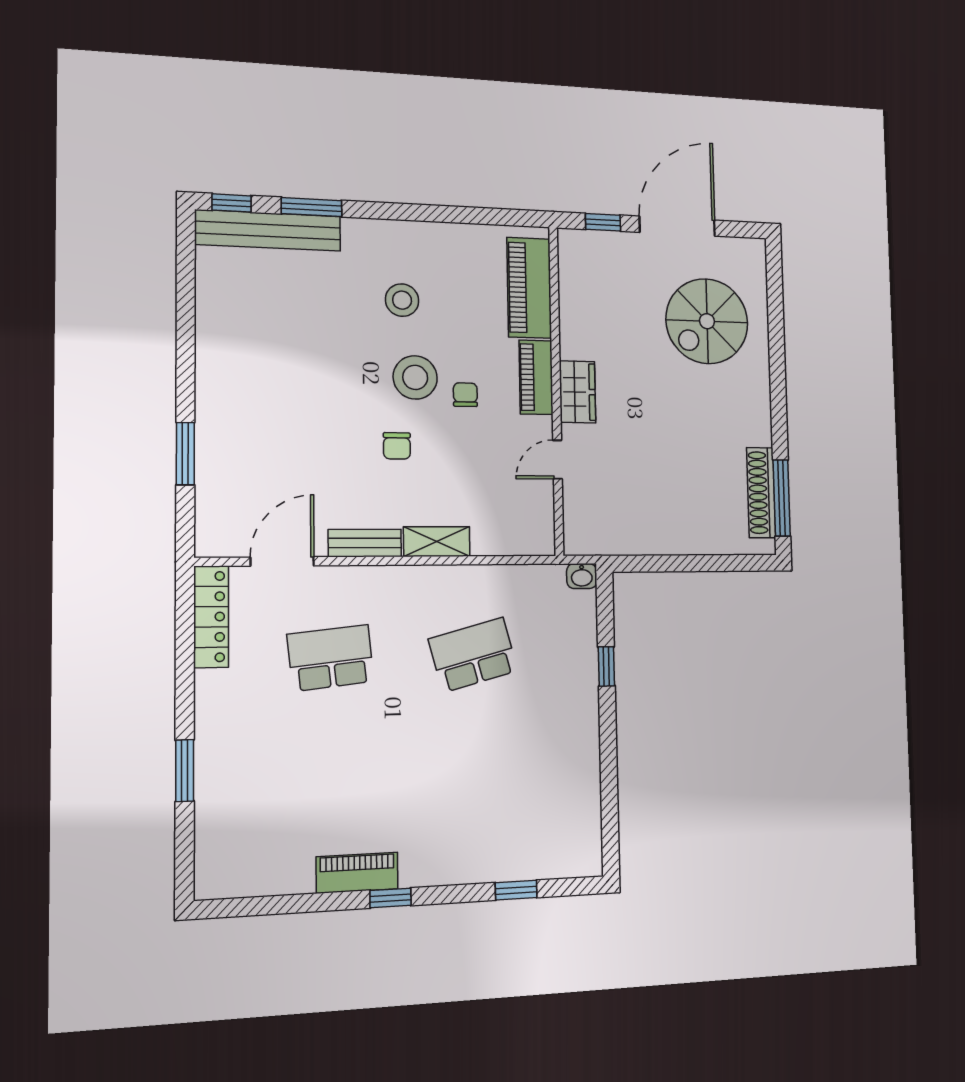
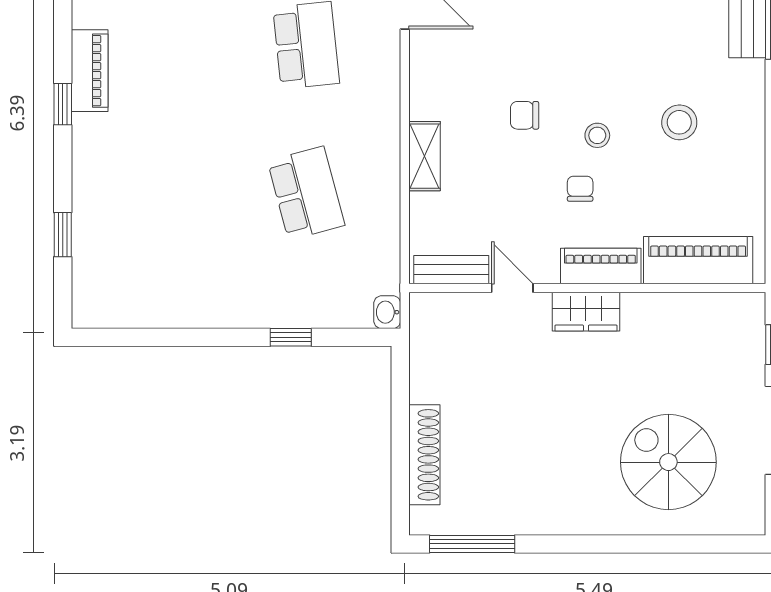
stool: (415, 377) -> (597, 135), width x0.53, depth x0.53
chair: (465, 395) -> (580, 189), turned -90
shoe rack: (761, 493) -> (424, 455), moved, turned 90
bench: (365, 543) -> (451, 270), moved, turned 90

